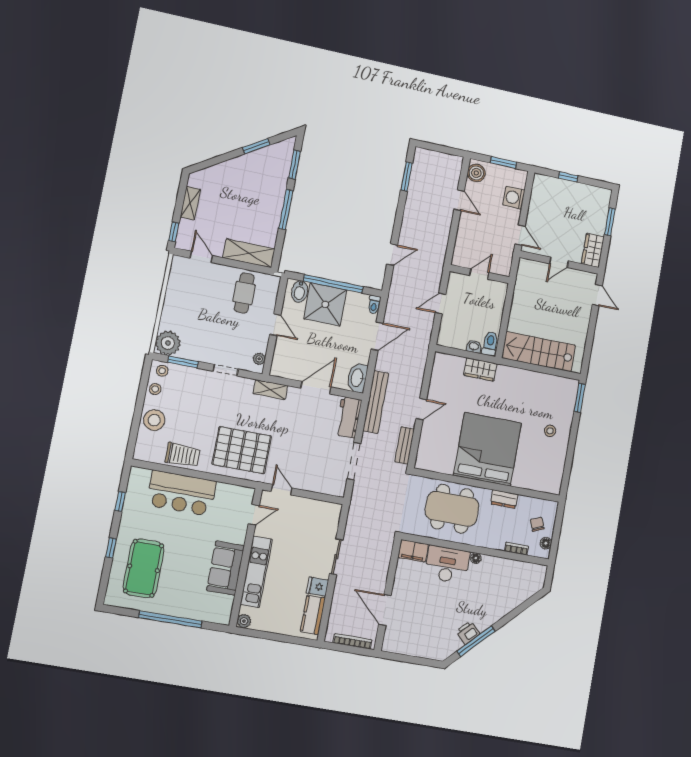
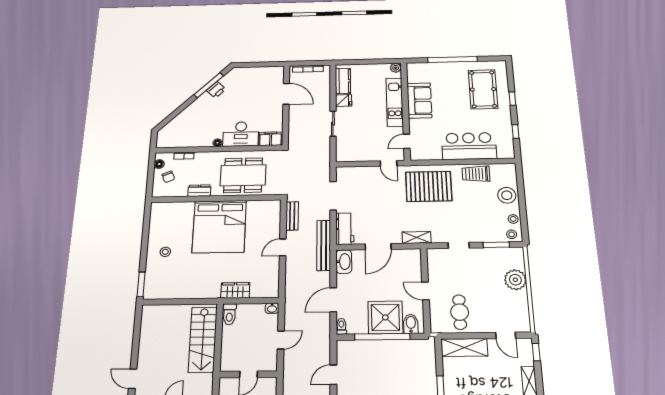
plant: (168, 343) -> (515, 280), moved
washbasin: (474, 347) -> (272, 308), moved
stairs: (539, 352) -> (203, 339), moved, turned 90
plant: (259, 359) -> (432, 260), removed

